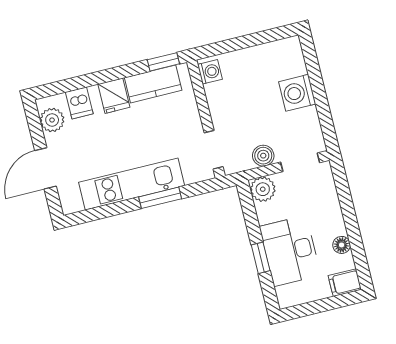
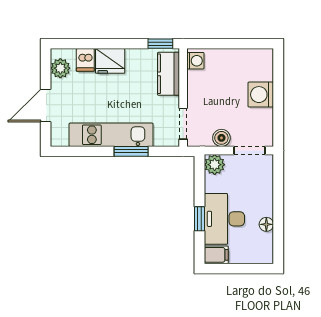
kitchen counter: (153, 84) -> (168, 74), moved, turned 90
fridge: (114, 96) -> (110, 61), width x1.38
filing cabinet: (345, 283) -> (216, 255), moved, turned 180

